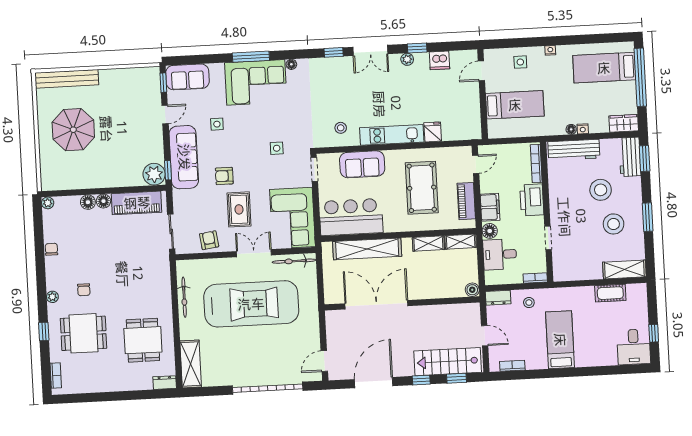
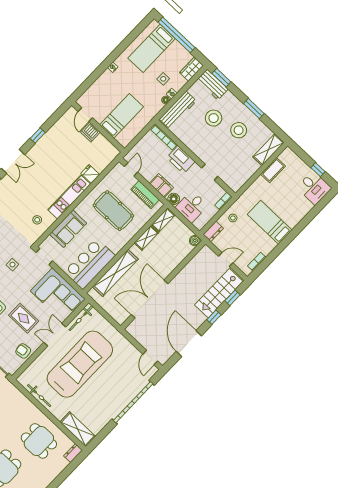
plant: (407, 59) -> (38, 147), removed
dishwasher: (440, 60) -> (90, 132), moved, turned 90
side table: (520, 62) -> (163, 79), moved

